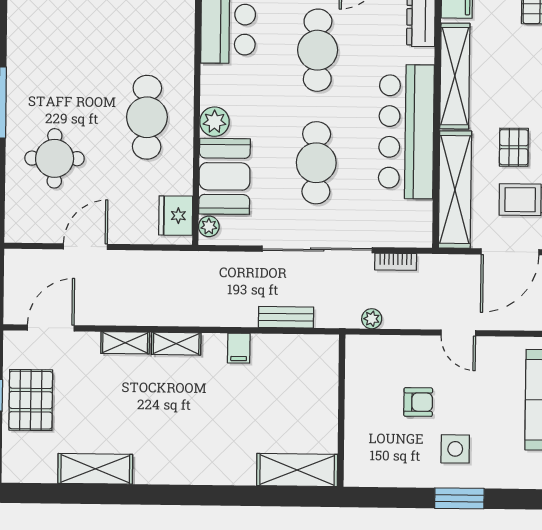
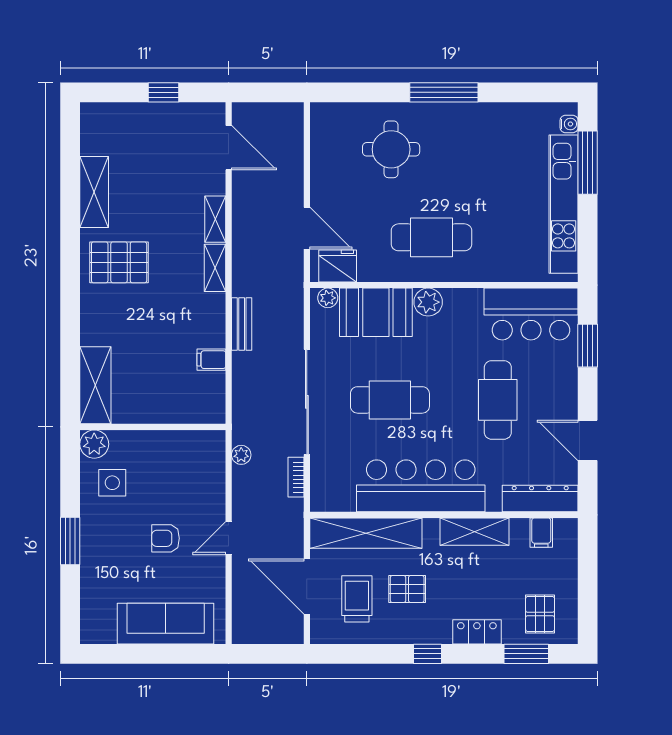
cafe table: (318, 50) -> (498, 400), turned 90
shelving: (455, 76) -> (475, 532), width x0.68
door: (85, 247) -> (307, 228), moved
bench: (286, 317) -> (242, 324), moved
filing cabinet: (239, 348) -> (211, 360), moved
pallet: (31, 400) -> (119, 262), moved
armchair: (418, 402) -> (166, 538), moved, turned 90
side table: (455, 449) -> (112, 483), moved
plant: (359, 472) -> (94, 444), added

